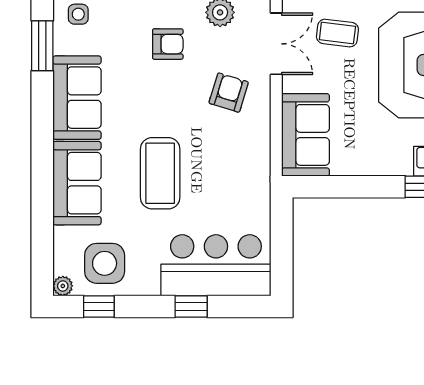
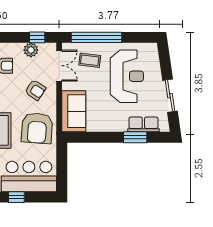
armchair: (229, 93) -> (35, 90), turned 106
armchair: (232, 169) -> (37, 128), added

